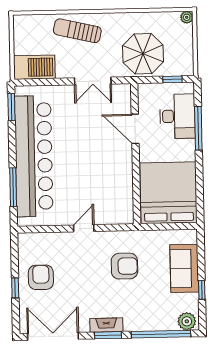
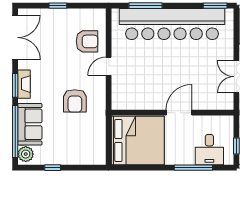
desk: (177, 116) -> (209, 150), width x0.73
door: (135, 129) -> (179, 113), moved
door: (84, 228) -> (109, 66), swing flipped
sofa: (184, 268) -> (30, 124), moved, turned 90
armchair: (41, 277) -> (87, 41), moved

